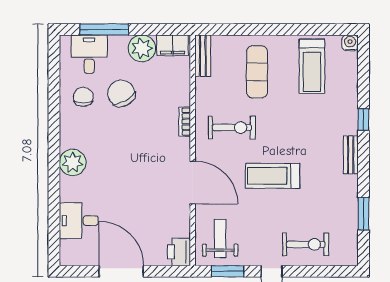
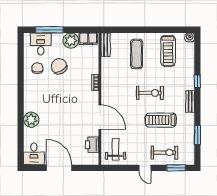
exercise bike: (232, 128) -> (150, 93), moved
plant: (73, 162) -> (31, 120), moved
treadmill: (273, 176) -> (161, 120), moved
desk: (79, 221) -> (34, 154), moved, turned -90
printer: (179, 252) -> (92, 145), moved
window: (228, 271) -> (176, 168), moved

